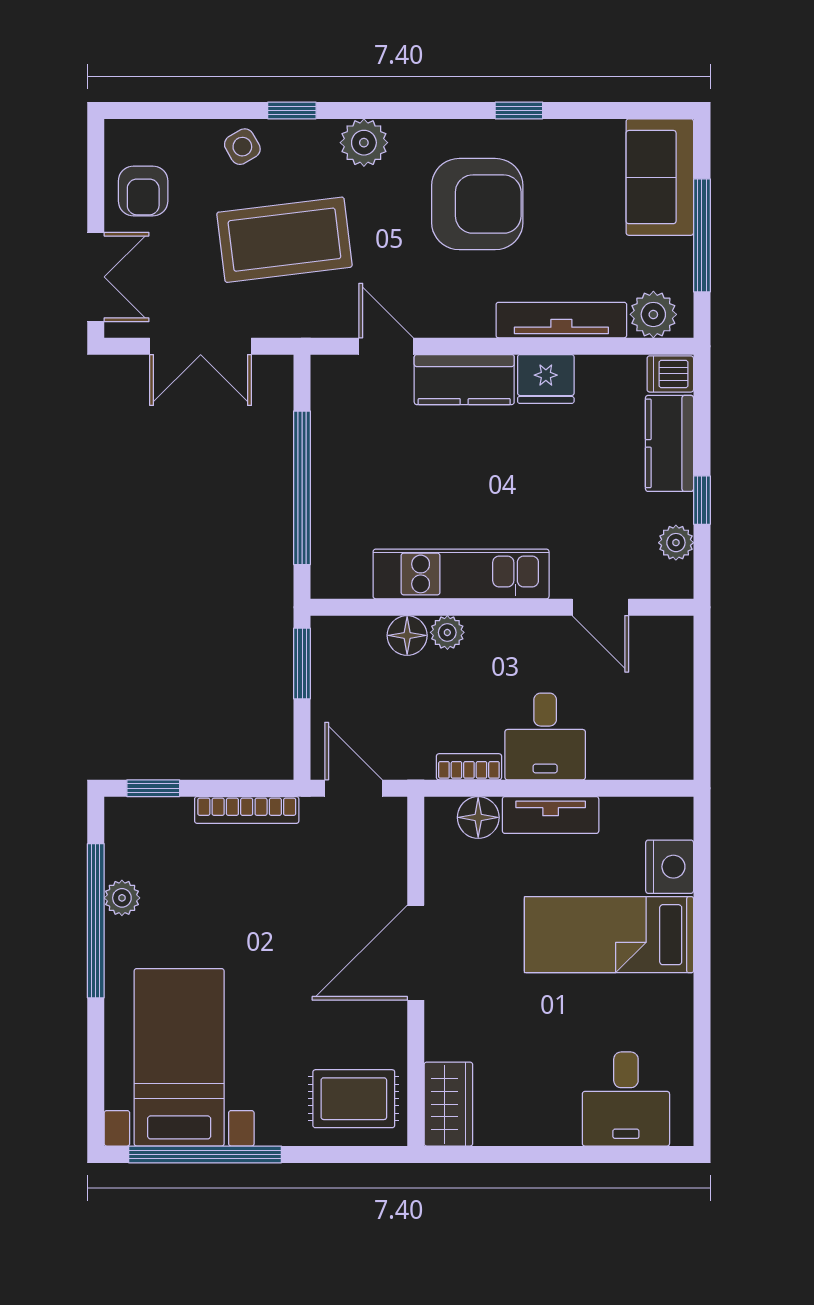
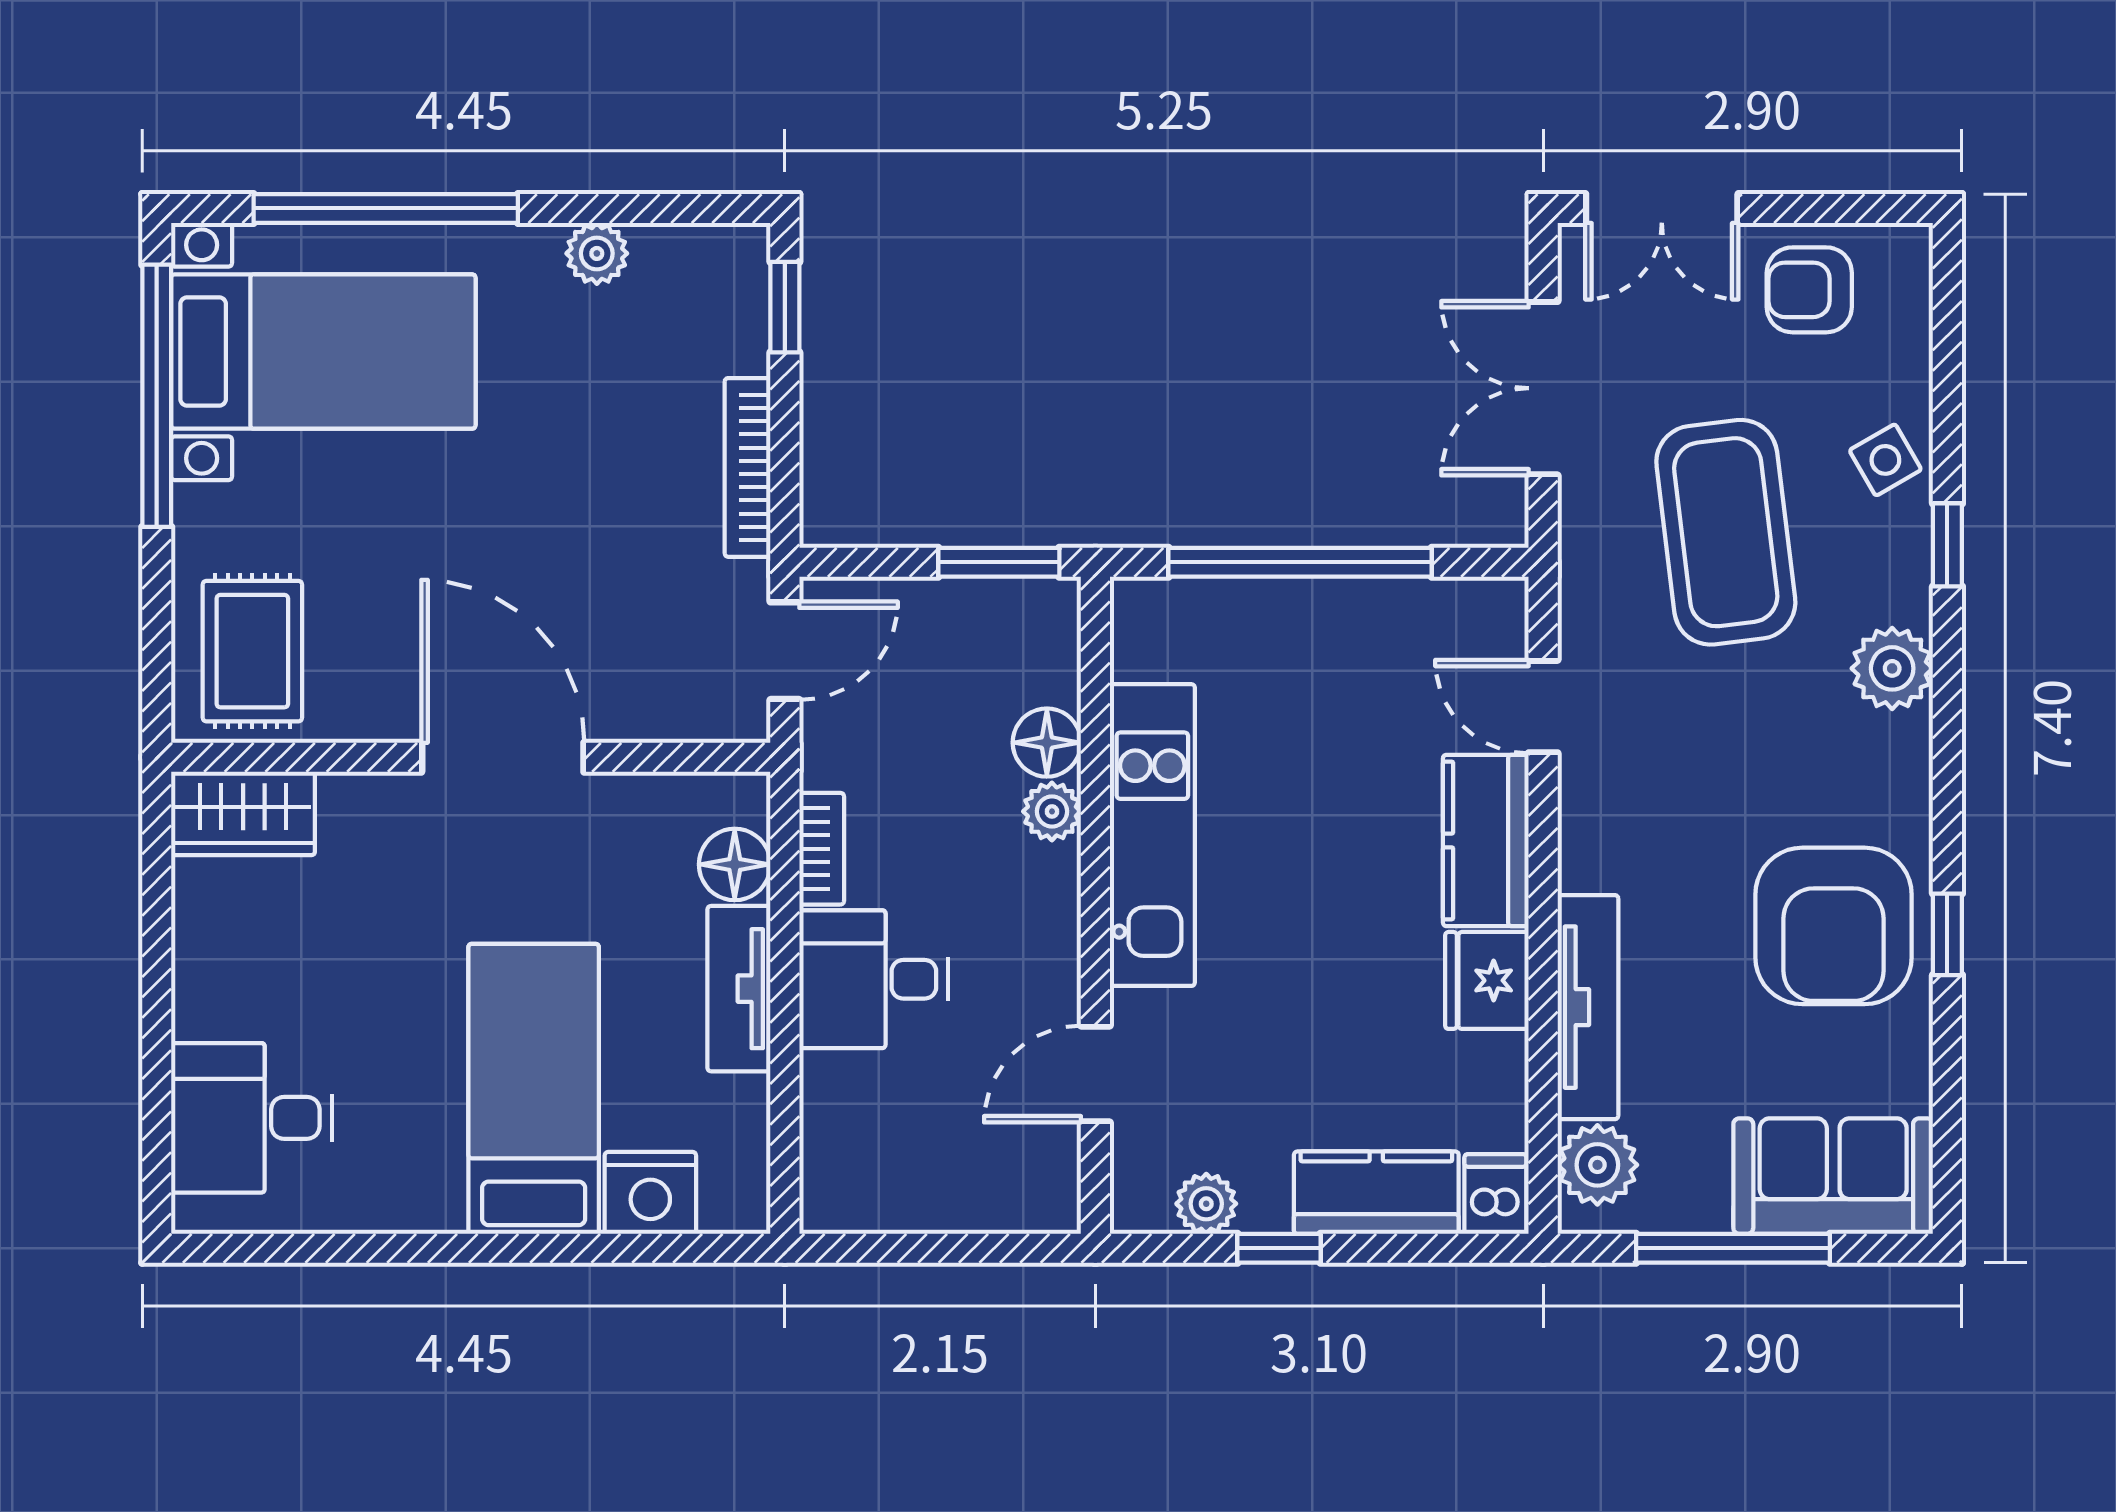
armchair: (477, 204) -> (1833, 926), moved
door: (386, 346) -> (1543, 707), swing flipped
window: (96, 921) -> (386, 208), moved

